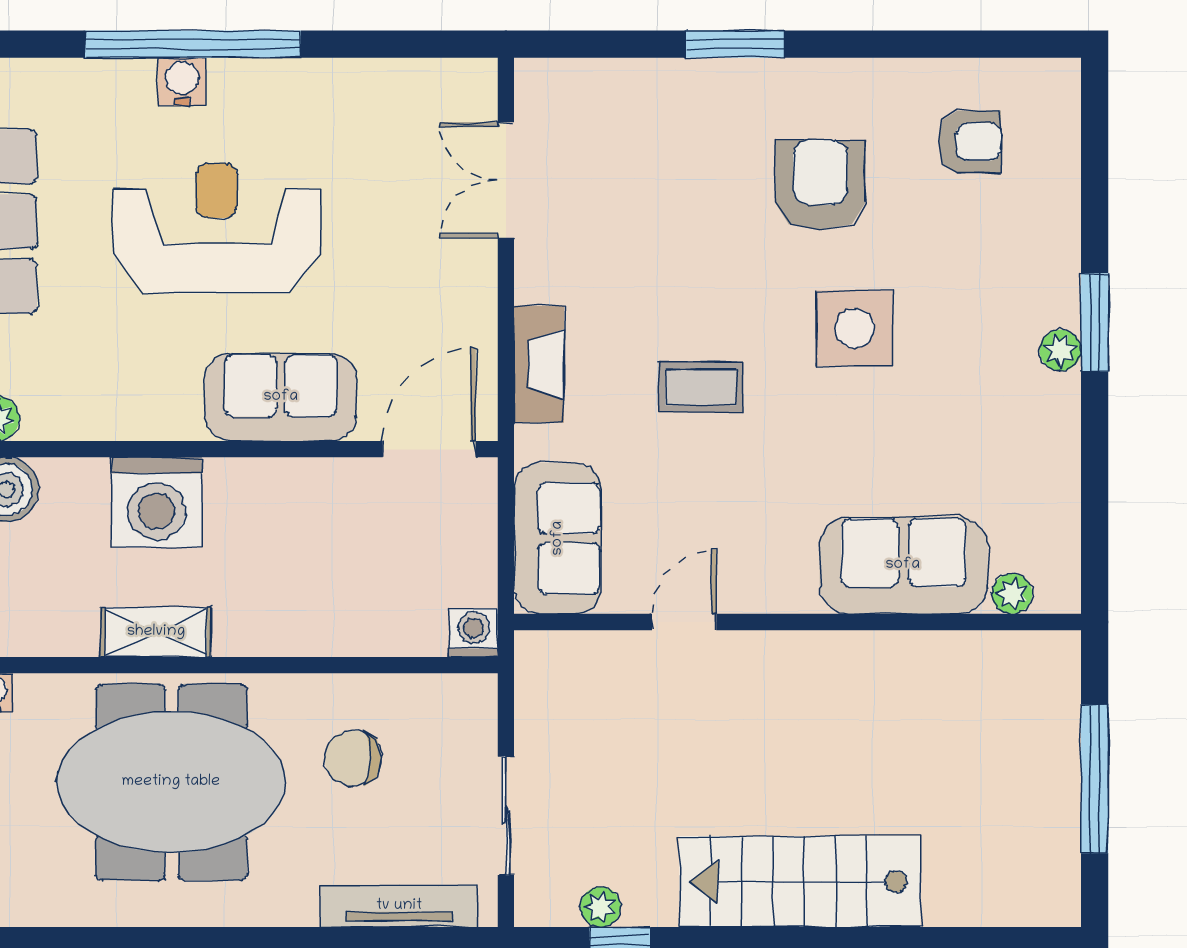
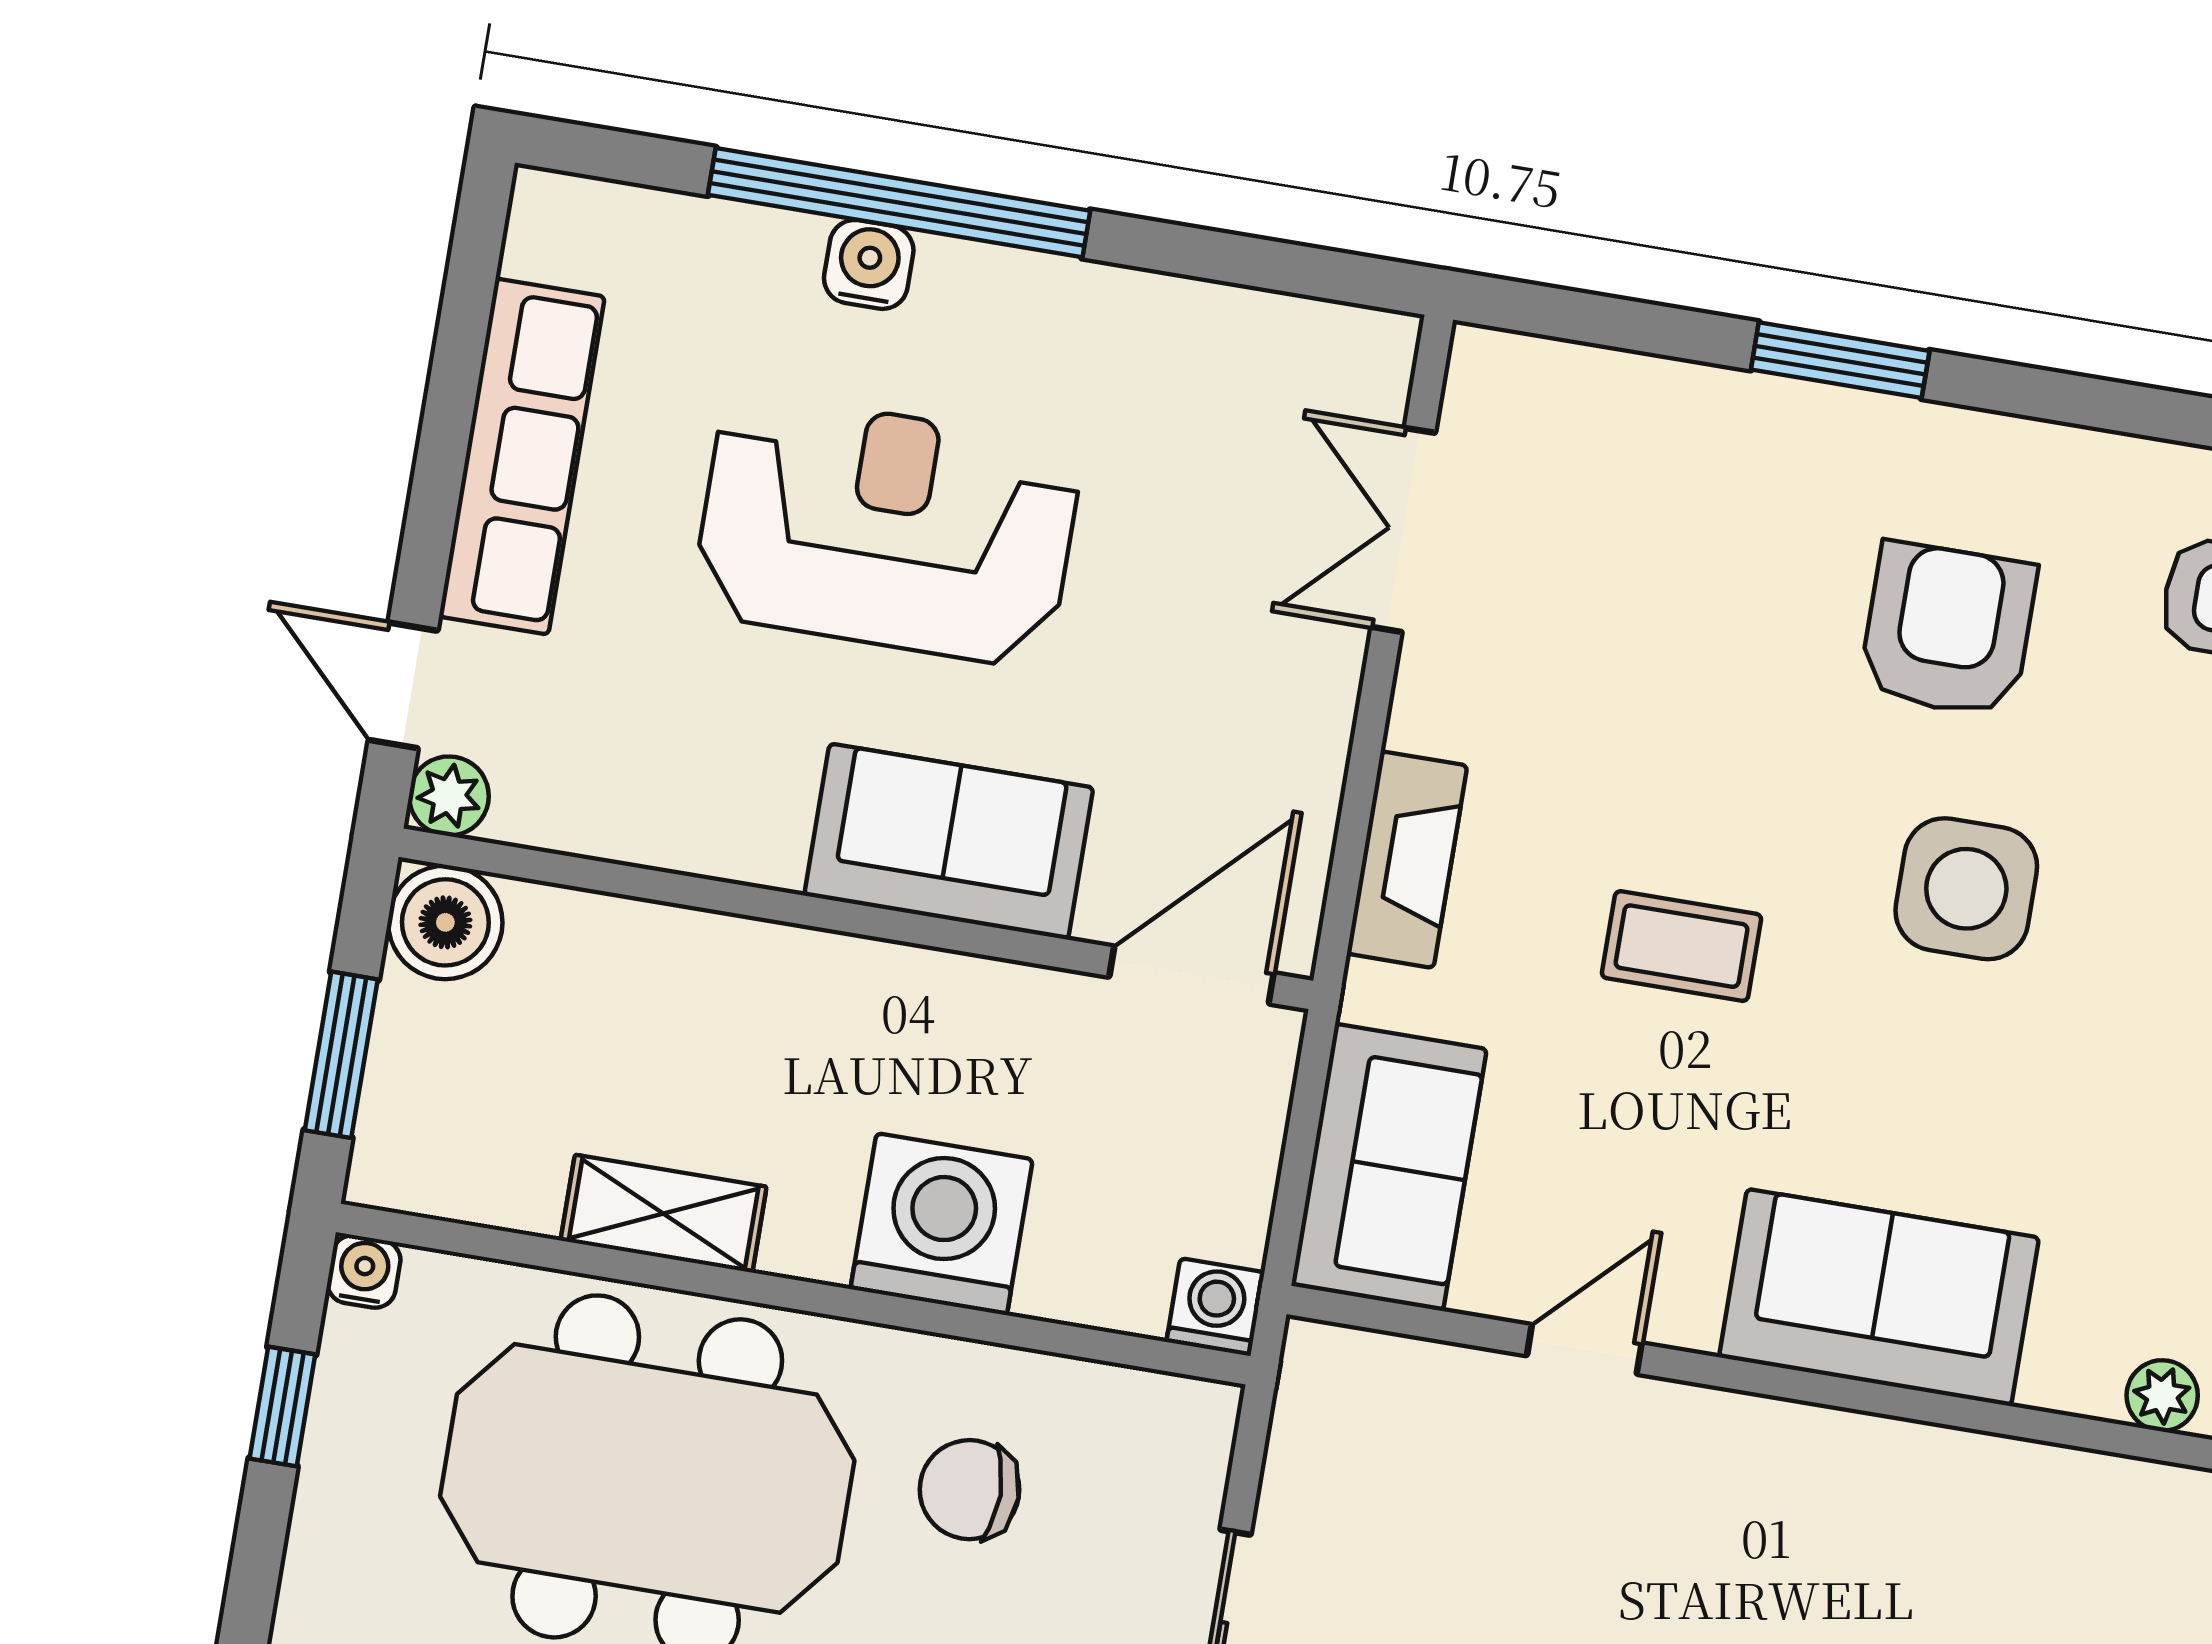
washing machine: (157, 502) -> (942, 1224), moved, turned 180
sofa: (903, 565) -> (1879, 1297), moved

